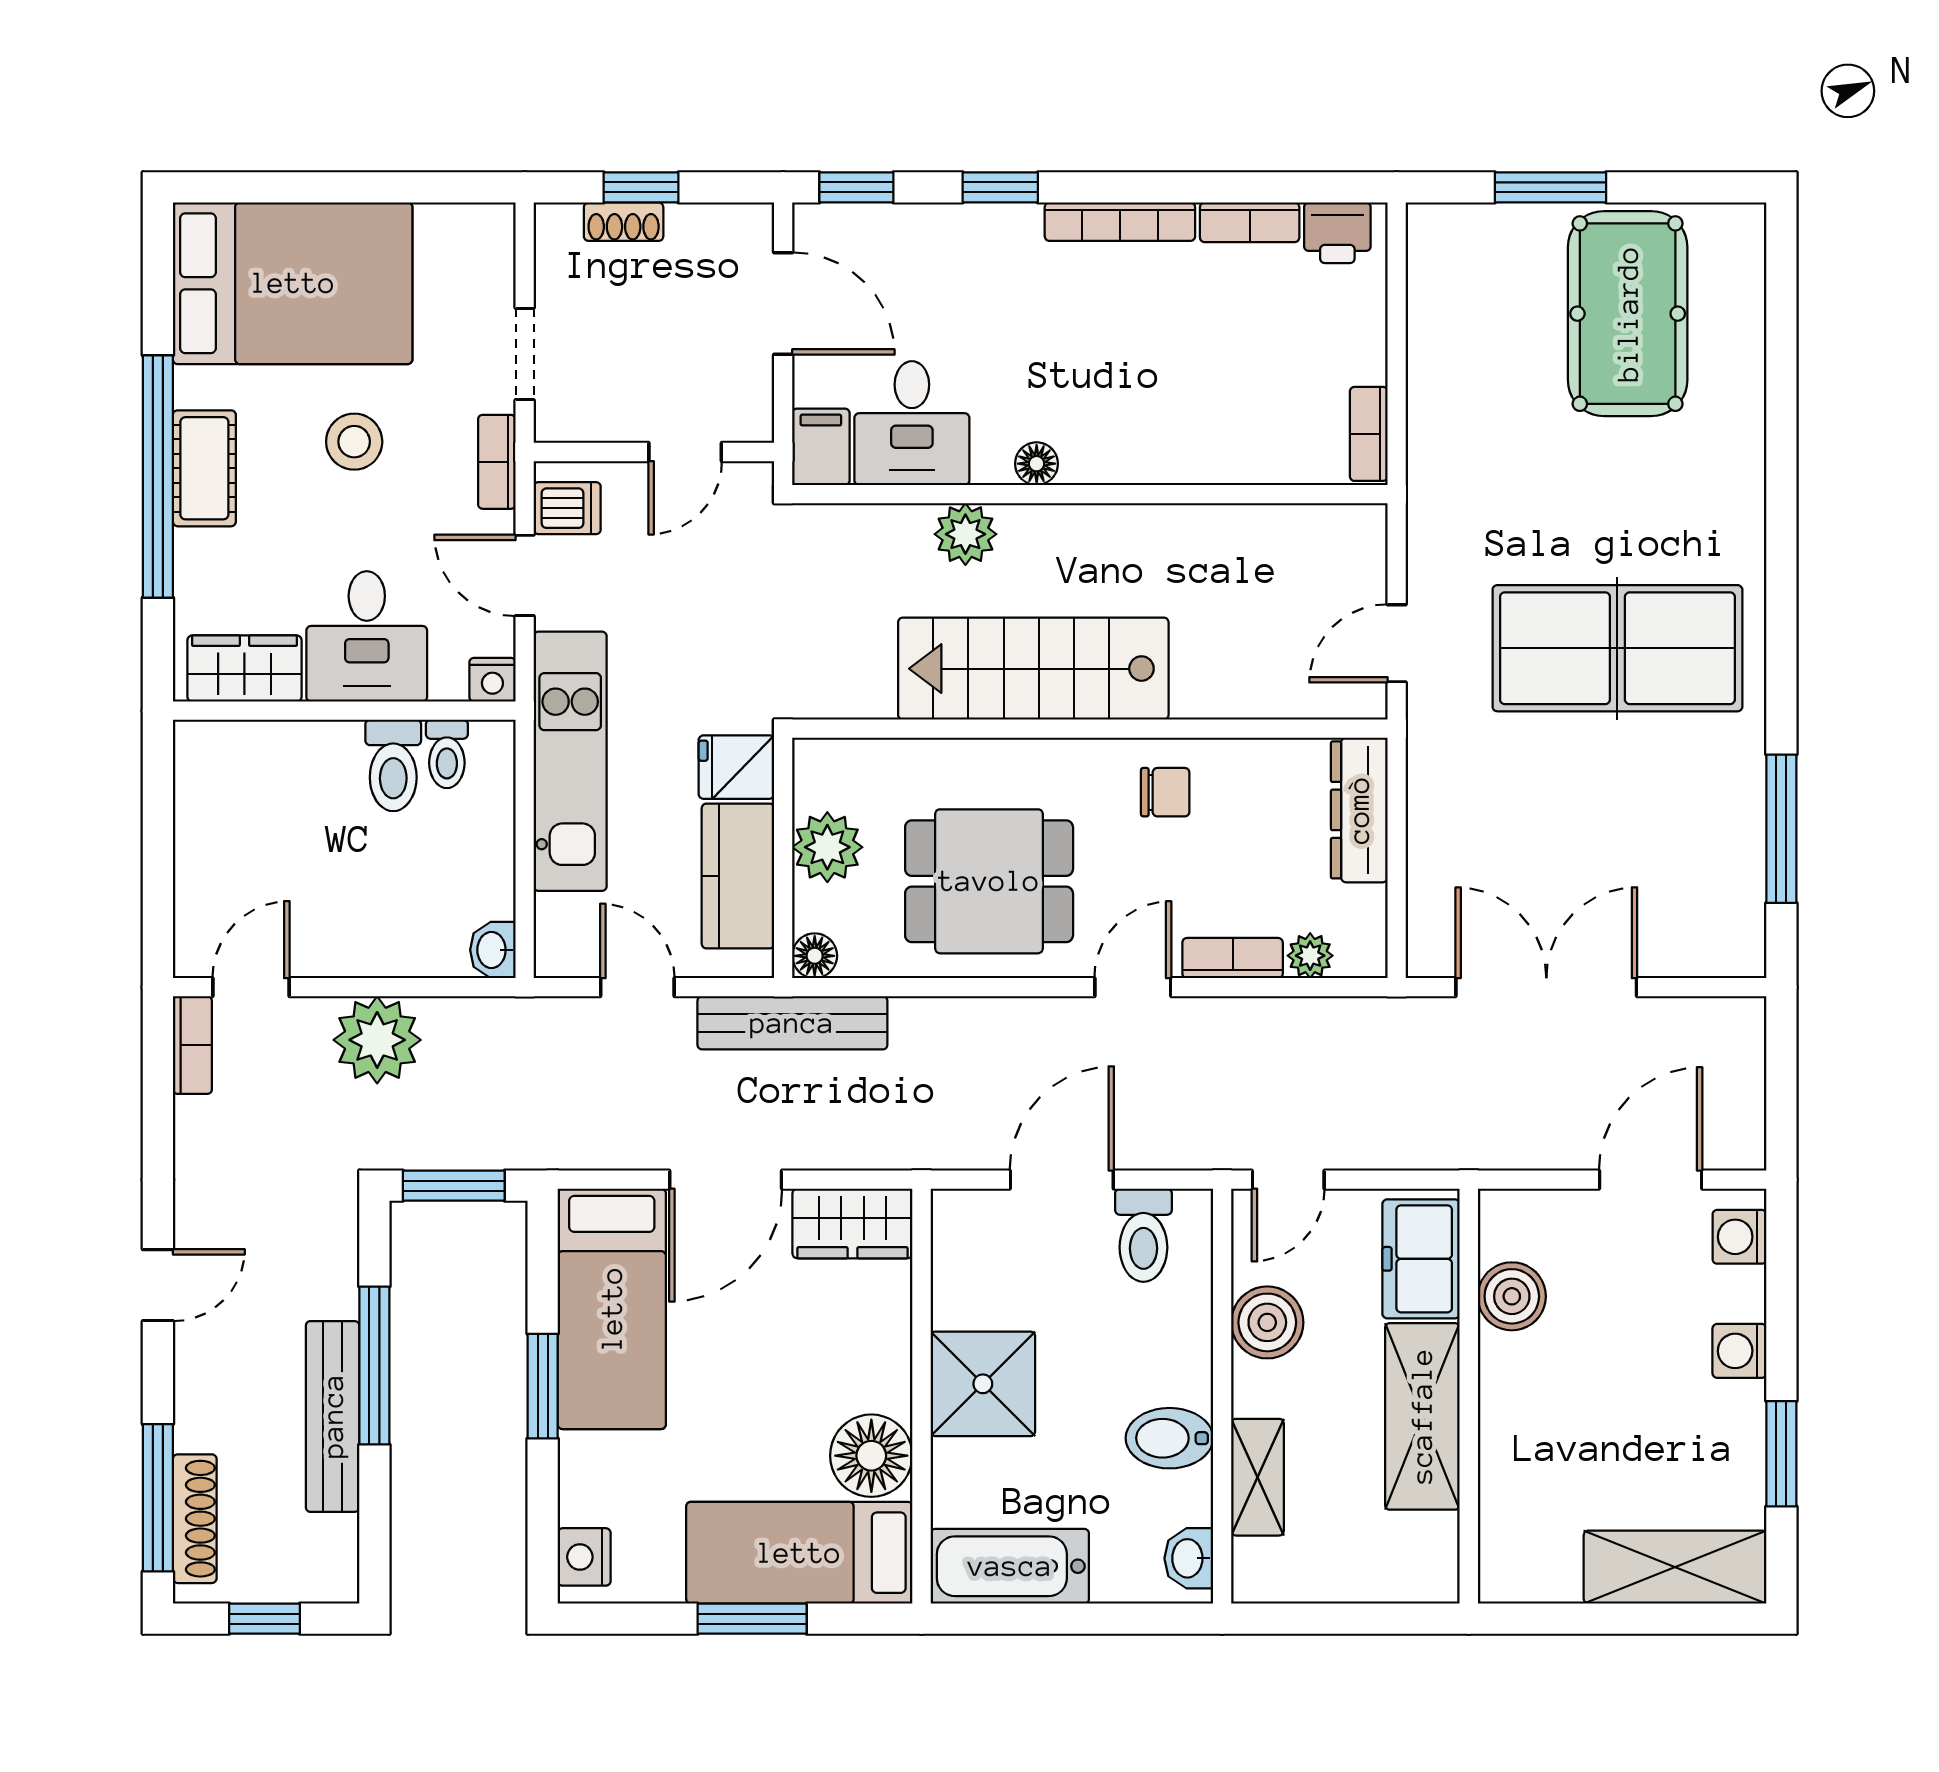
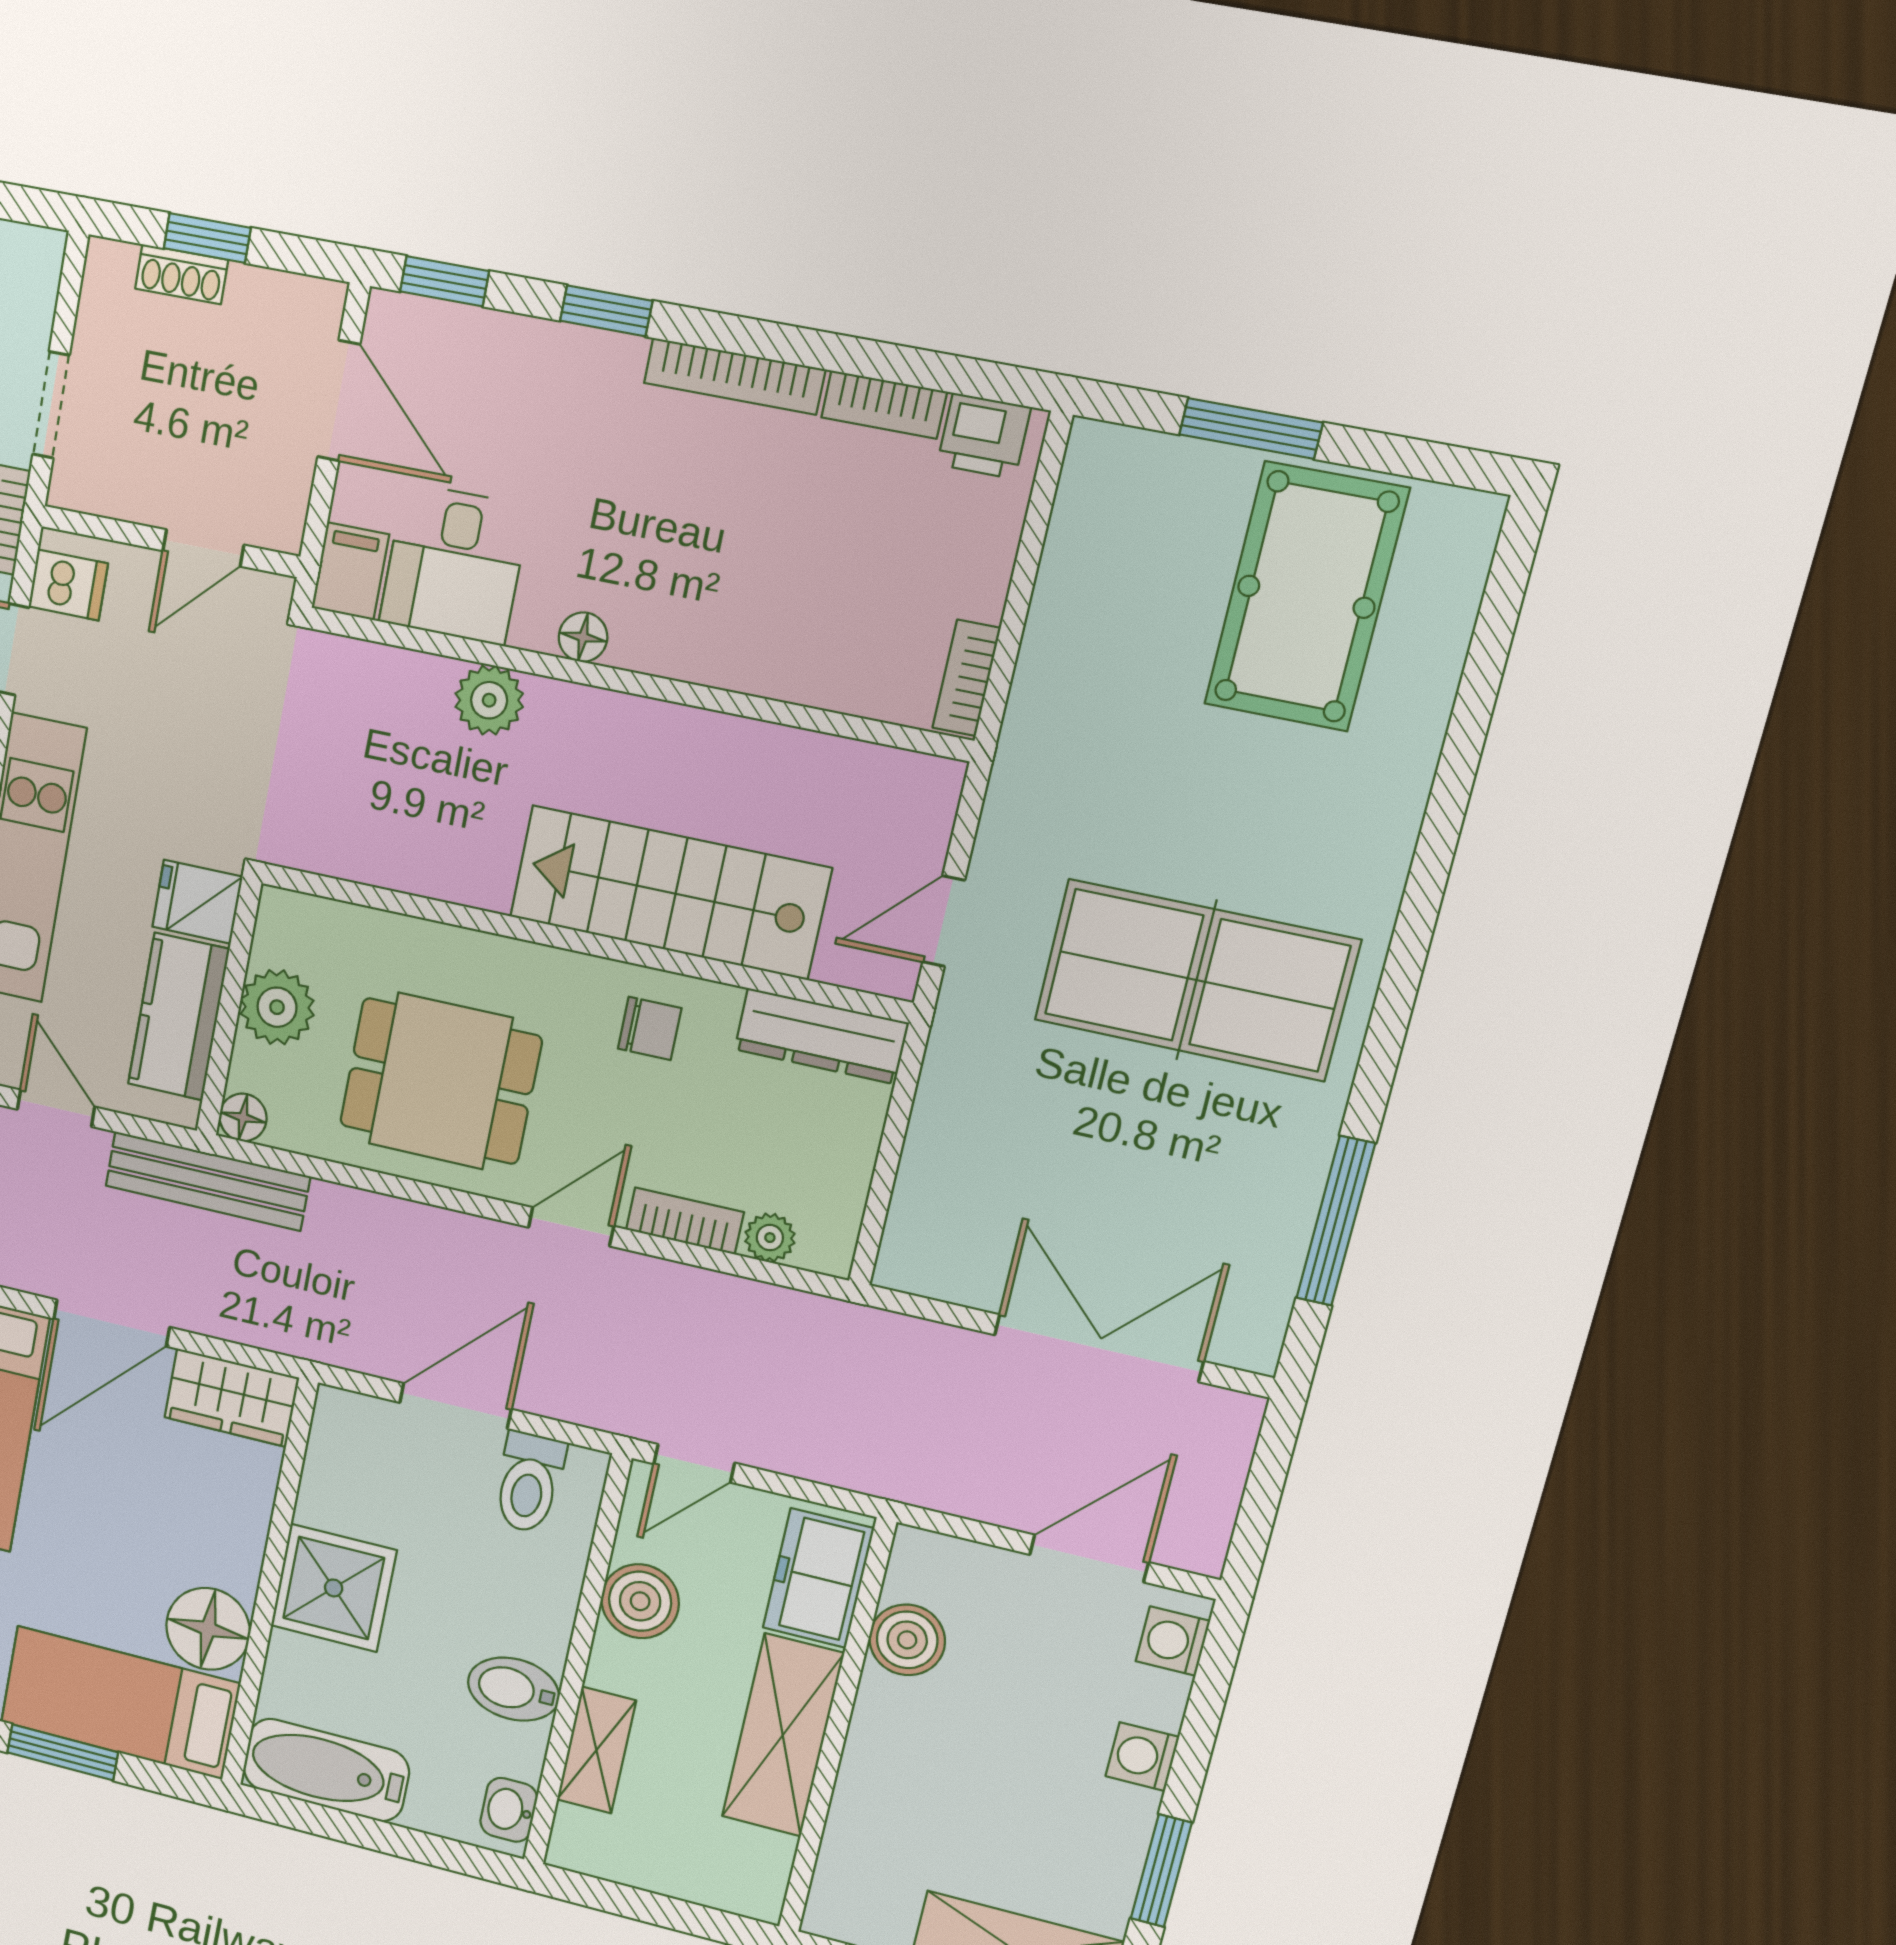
stairs: (1033, 669) -> (670, 892), moved
dresser: (1359, 810) -> (821, 1036), moved, turned -90
double door: (1546, 987) -> (1099, 1348), moved

